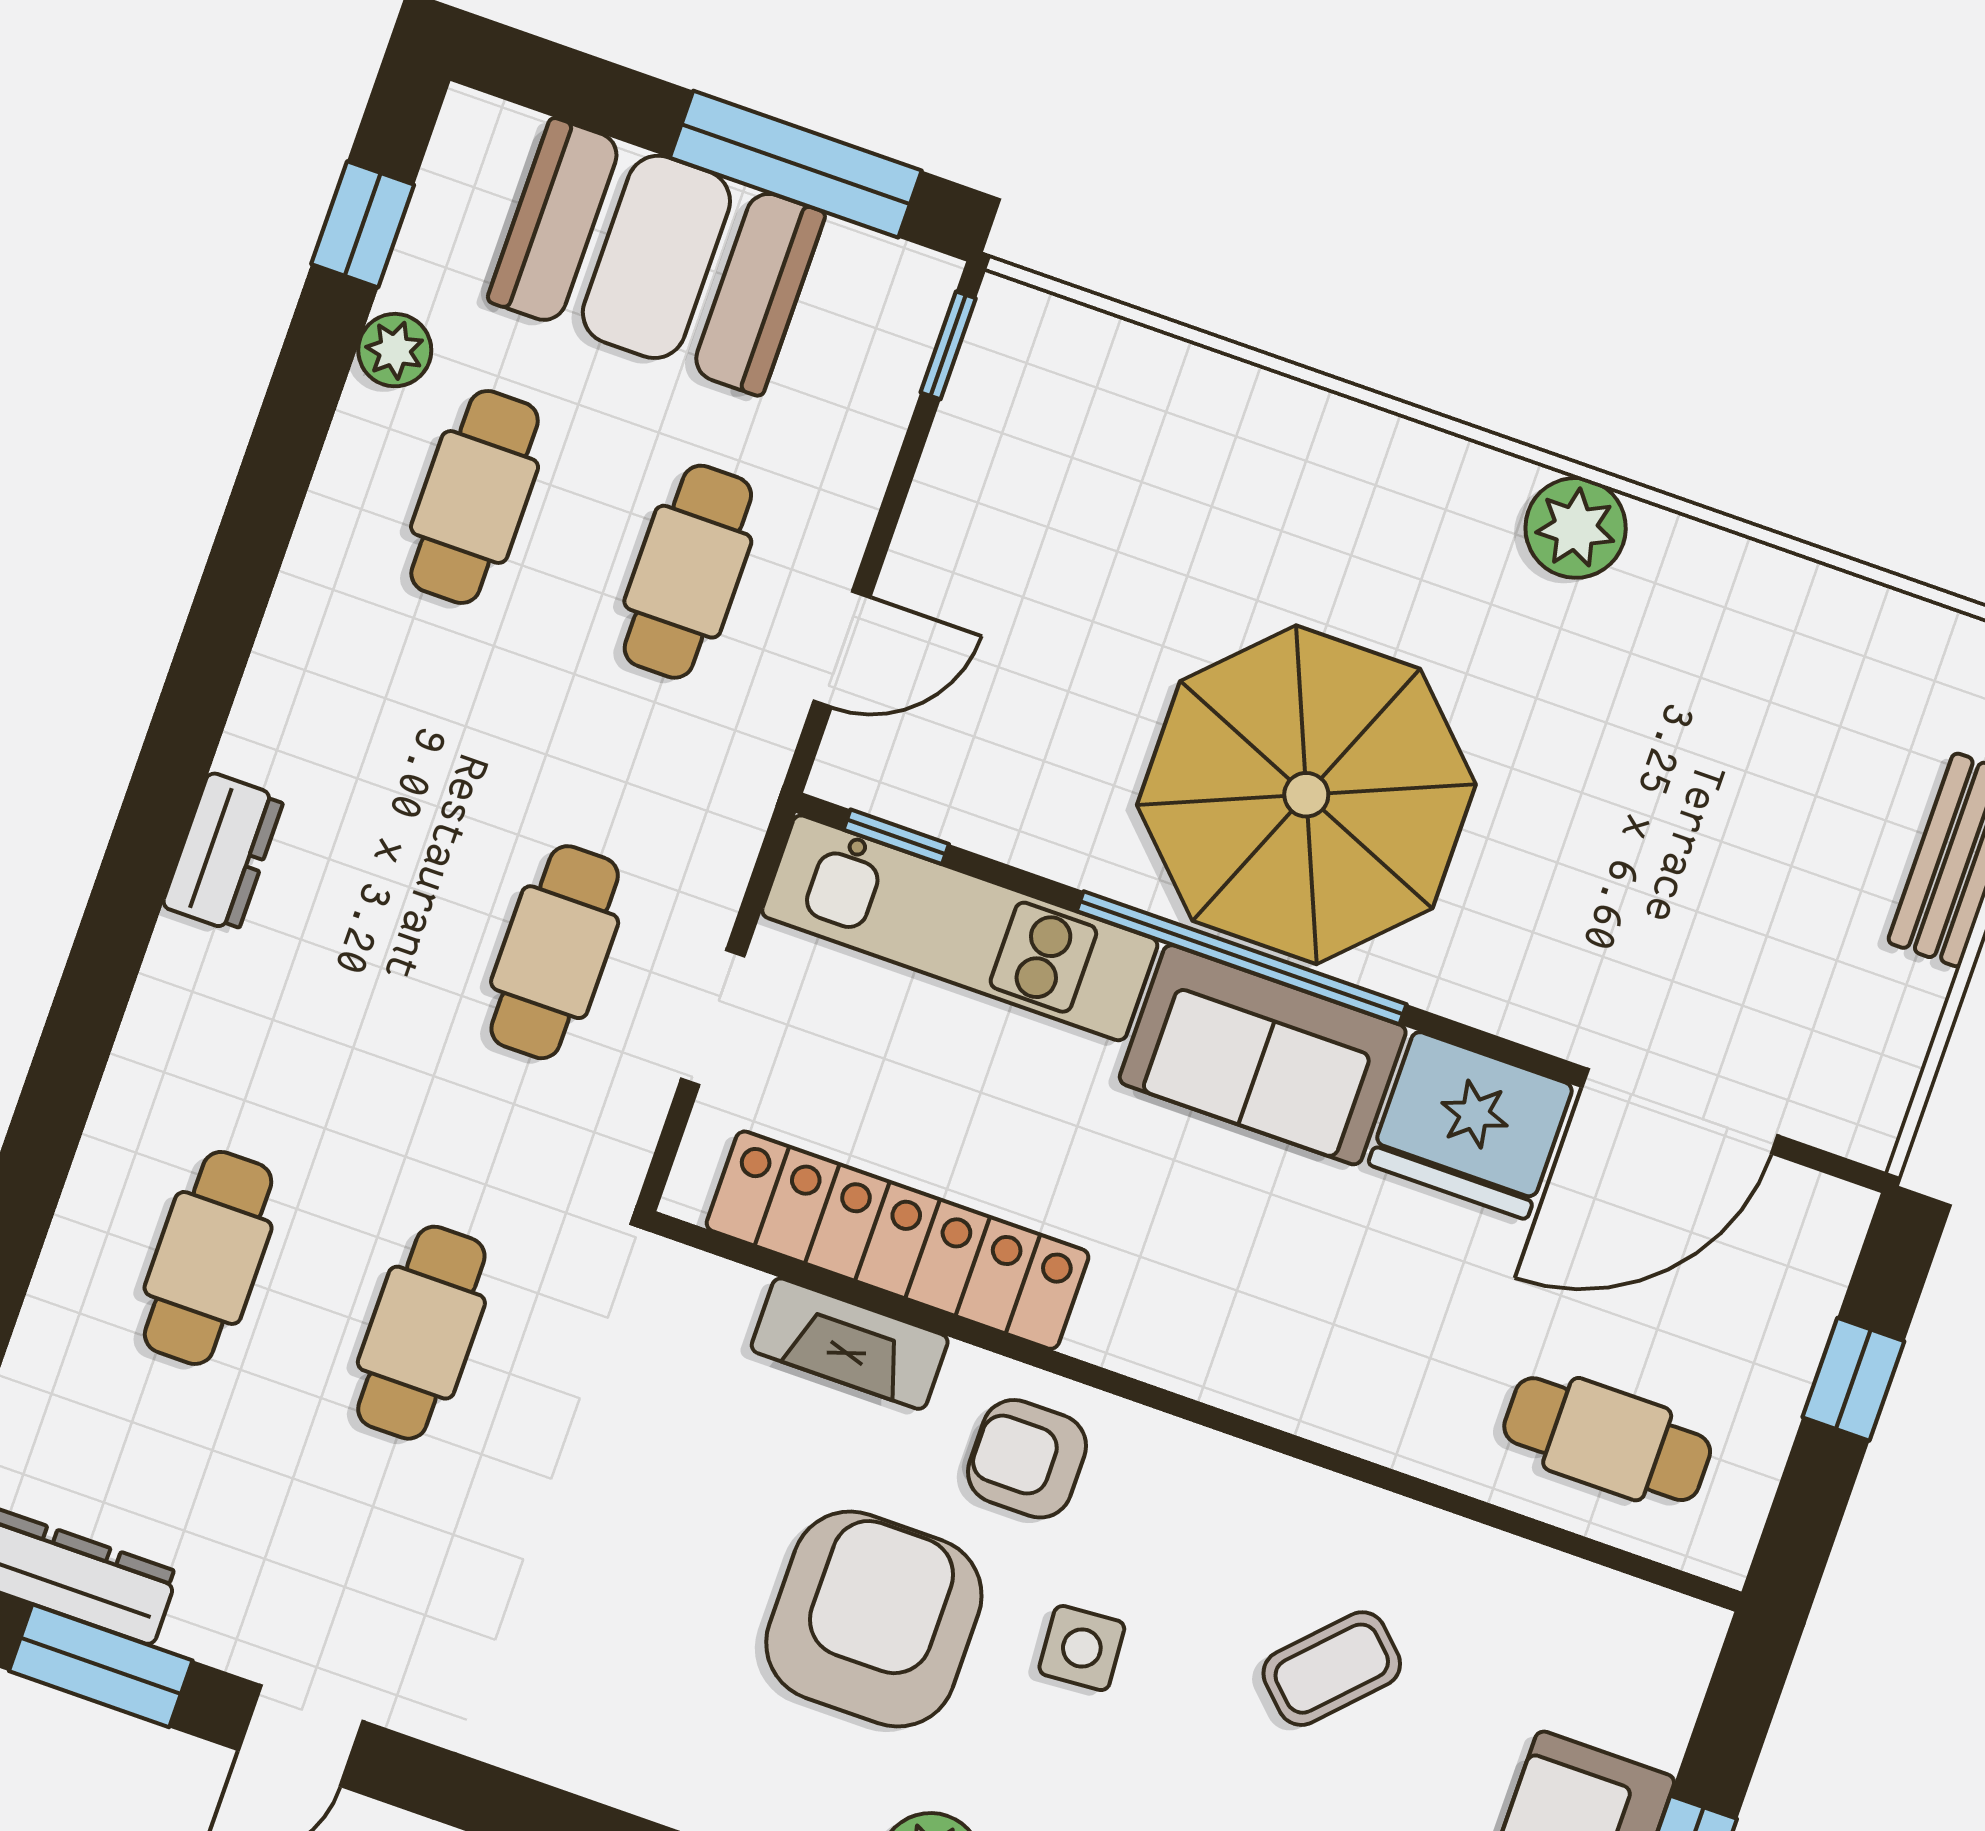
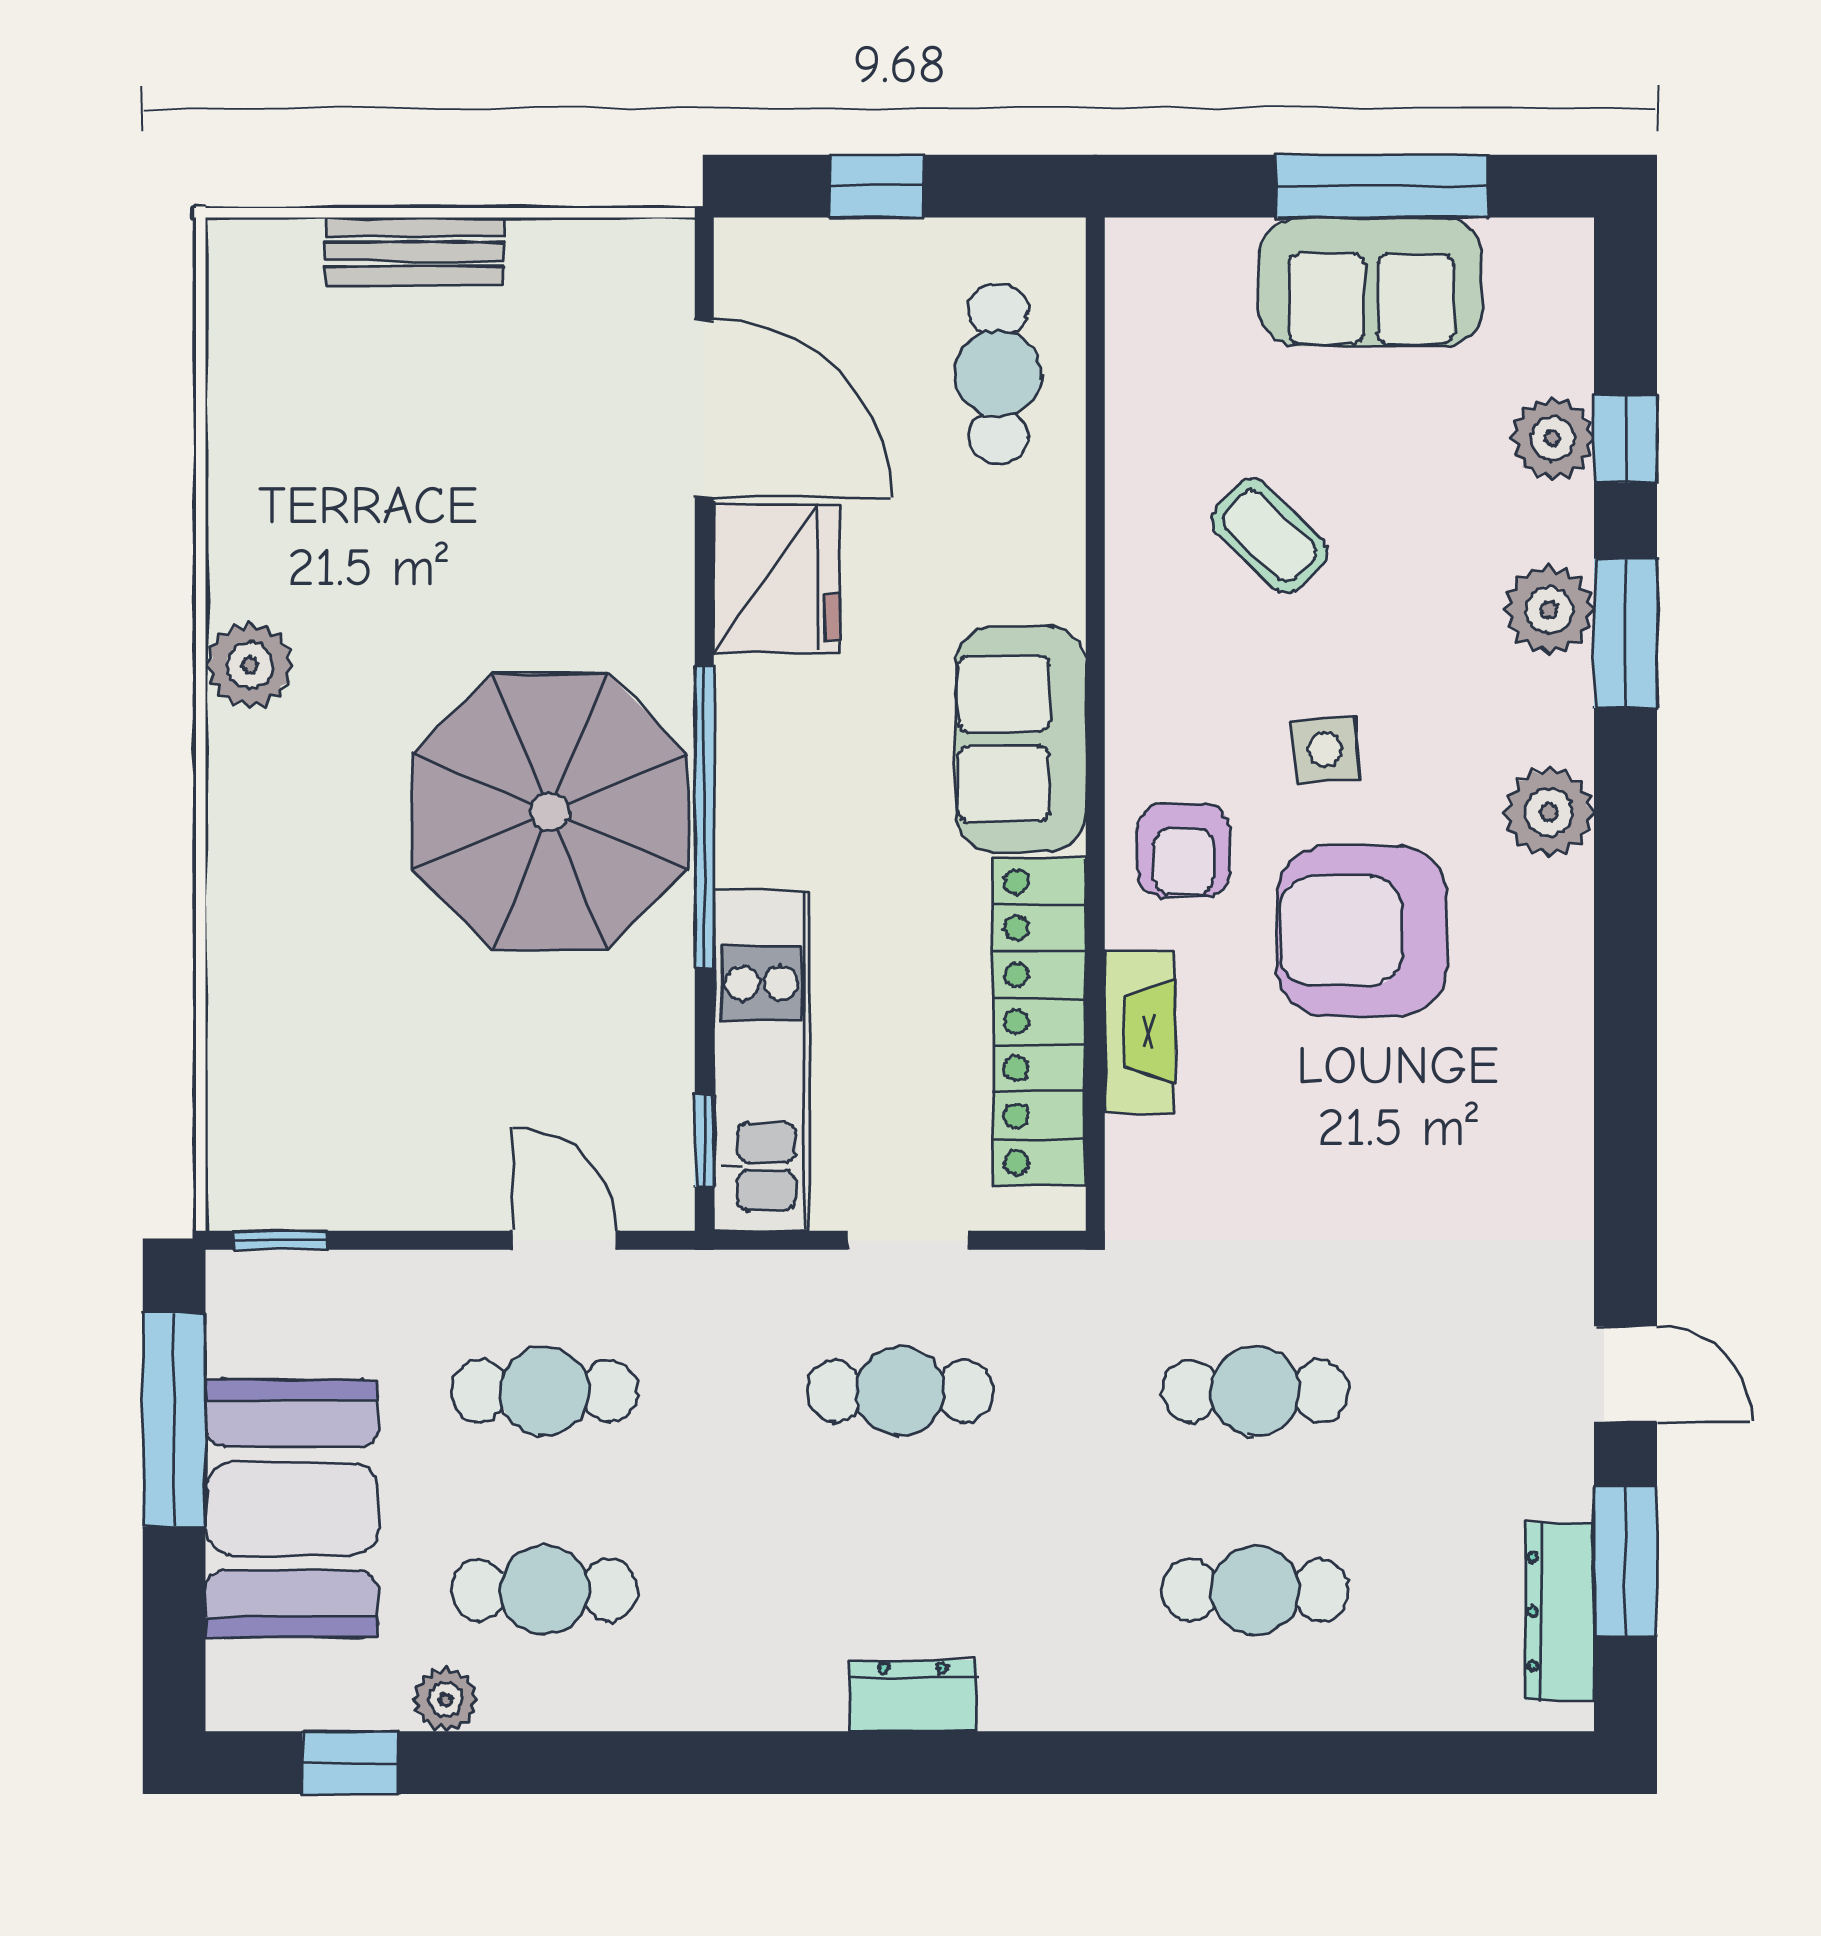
sofa: (1263, 1055) -> (1021, 739), moved, turned 180

